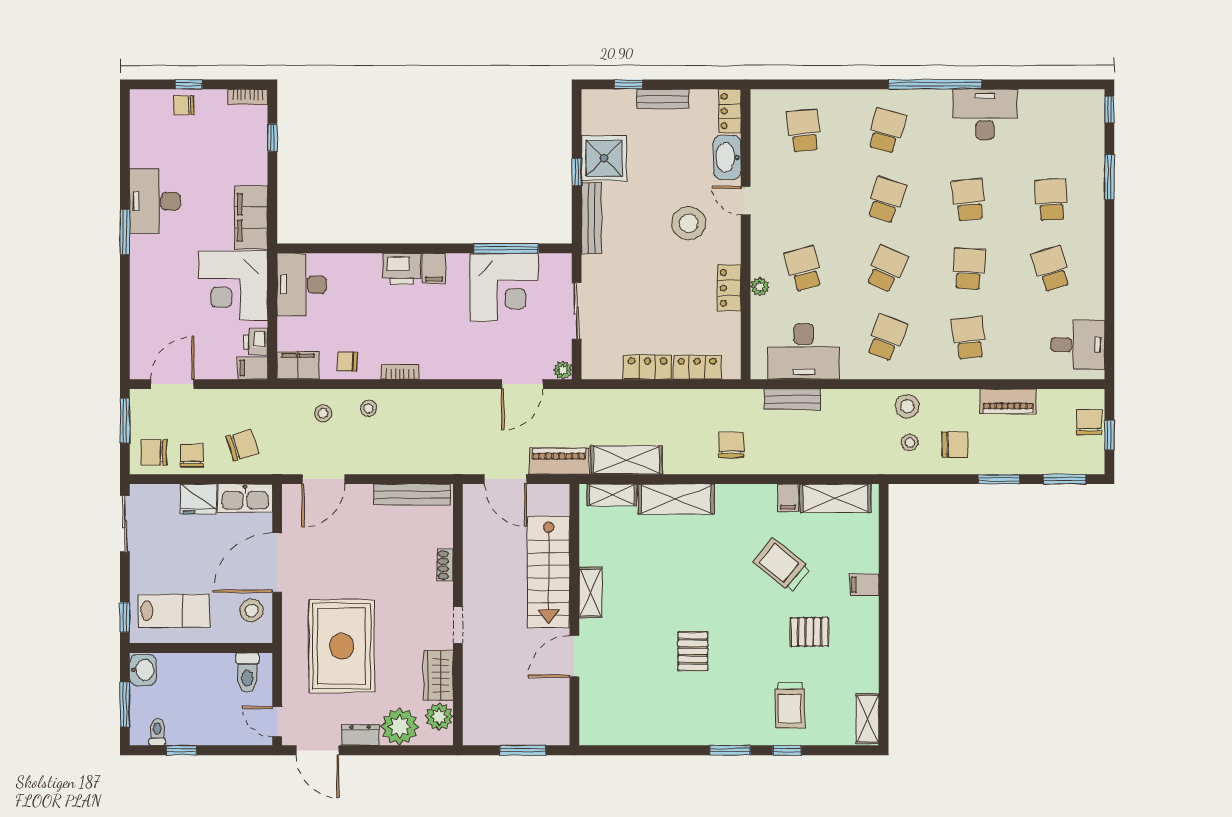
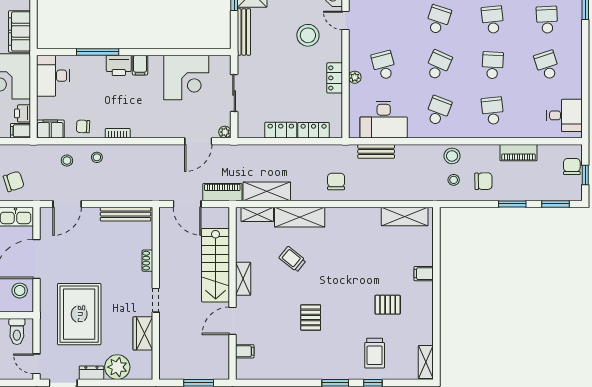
window: (506, 248) -> (98, 52), moved
filing cabinet: (788, 498) -> (245, 351), moved, turned -90
trolley: (782, 565) -> (292, 259), moved, width x0.73, depth x0.72
plant: (439, 717) -> (143, 360), removed

